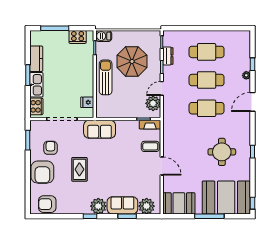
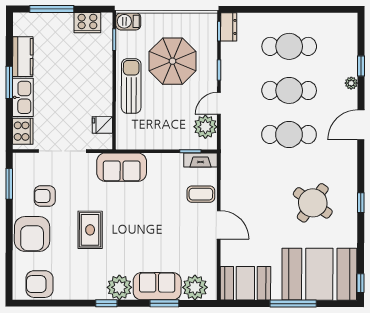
dresser: (168, 56) -> (229, 27), moved
armchair: (50, 148) -> (45, 196), turned -90
round table: (222, 152) -> (313, 203), turned 35

